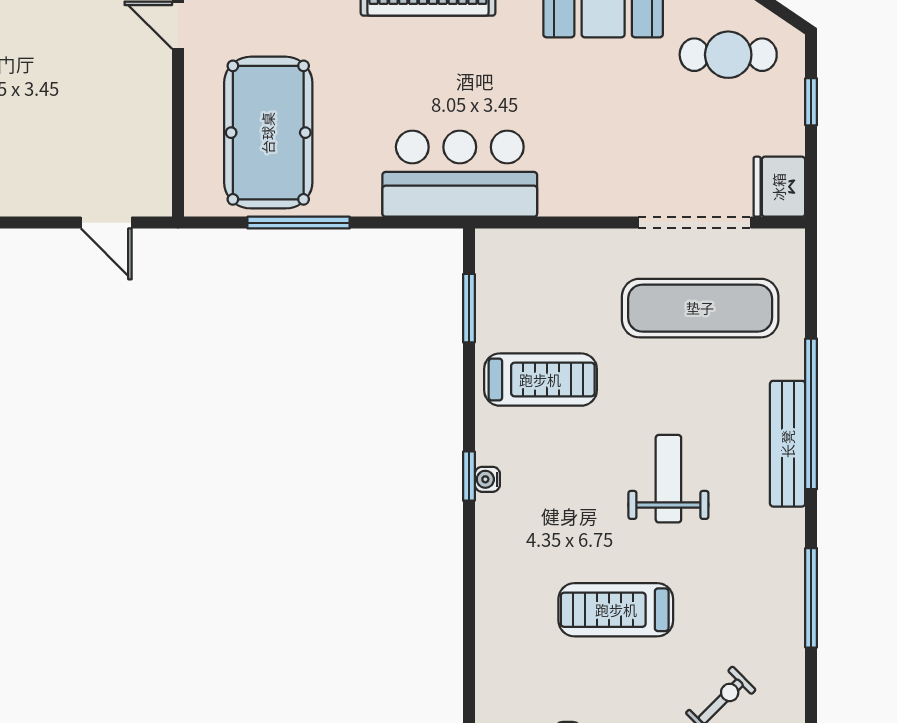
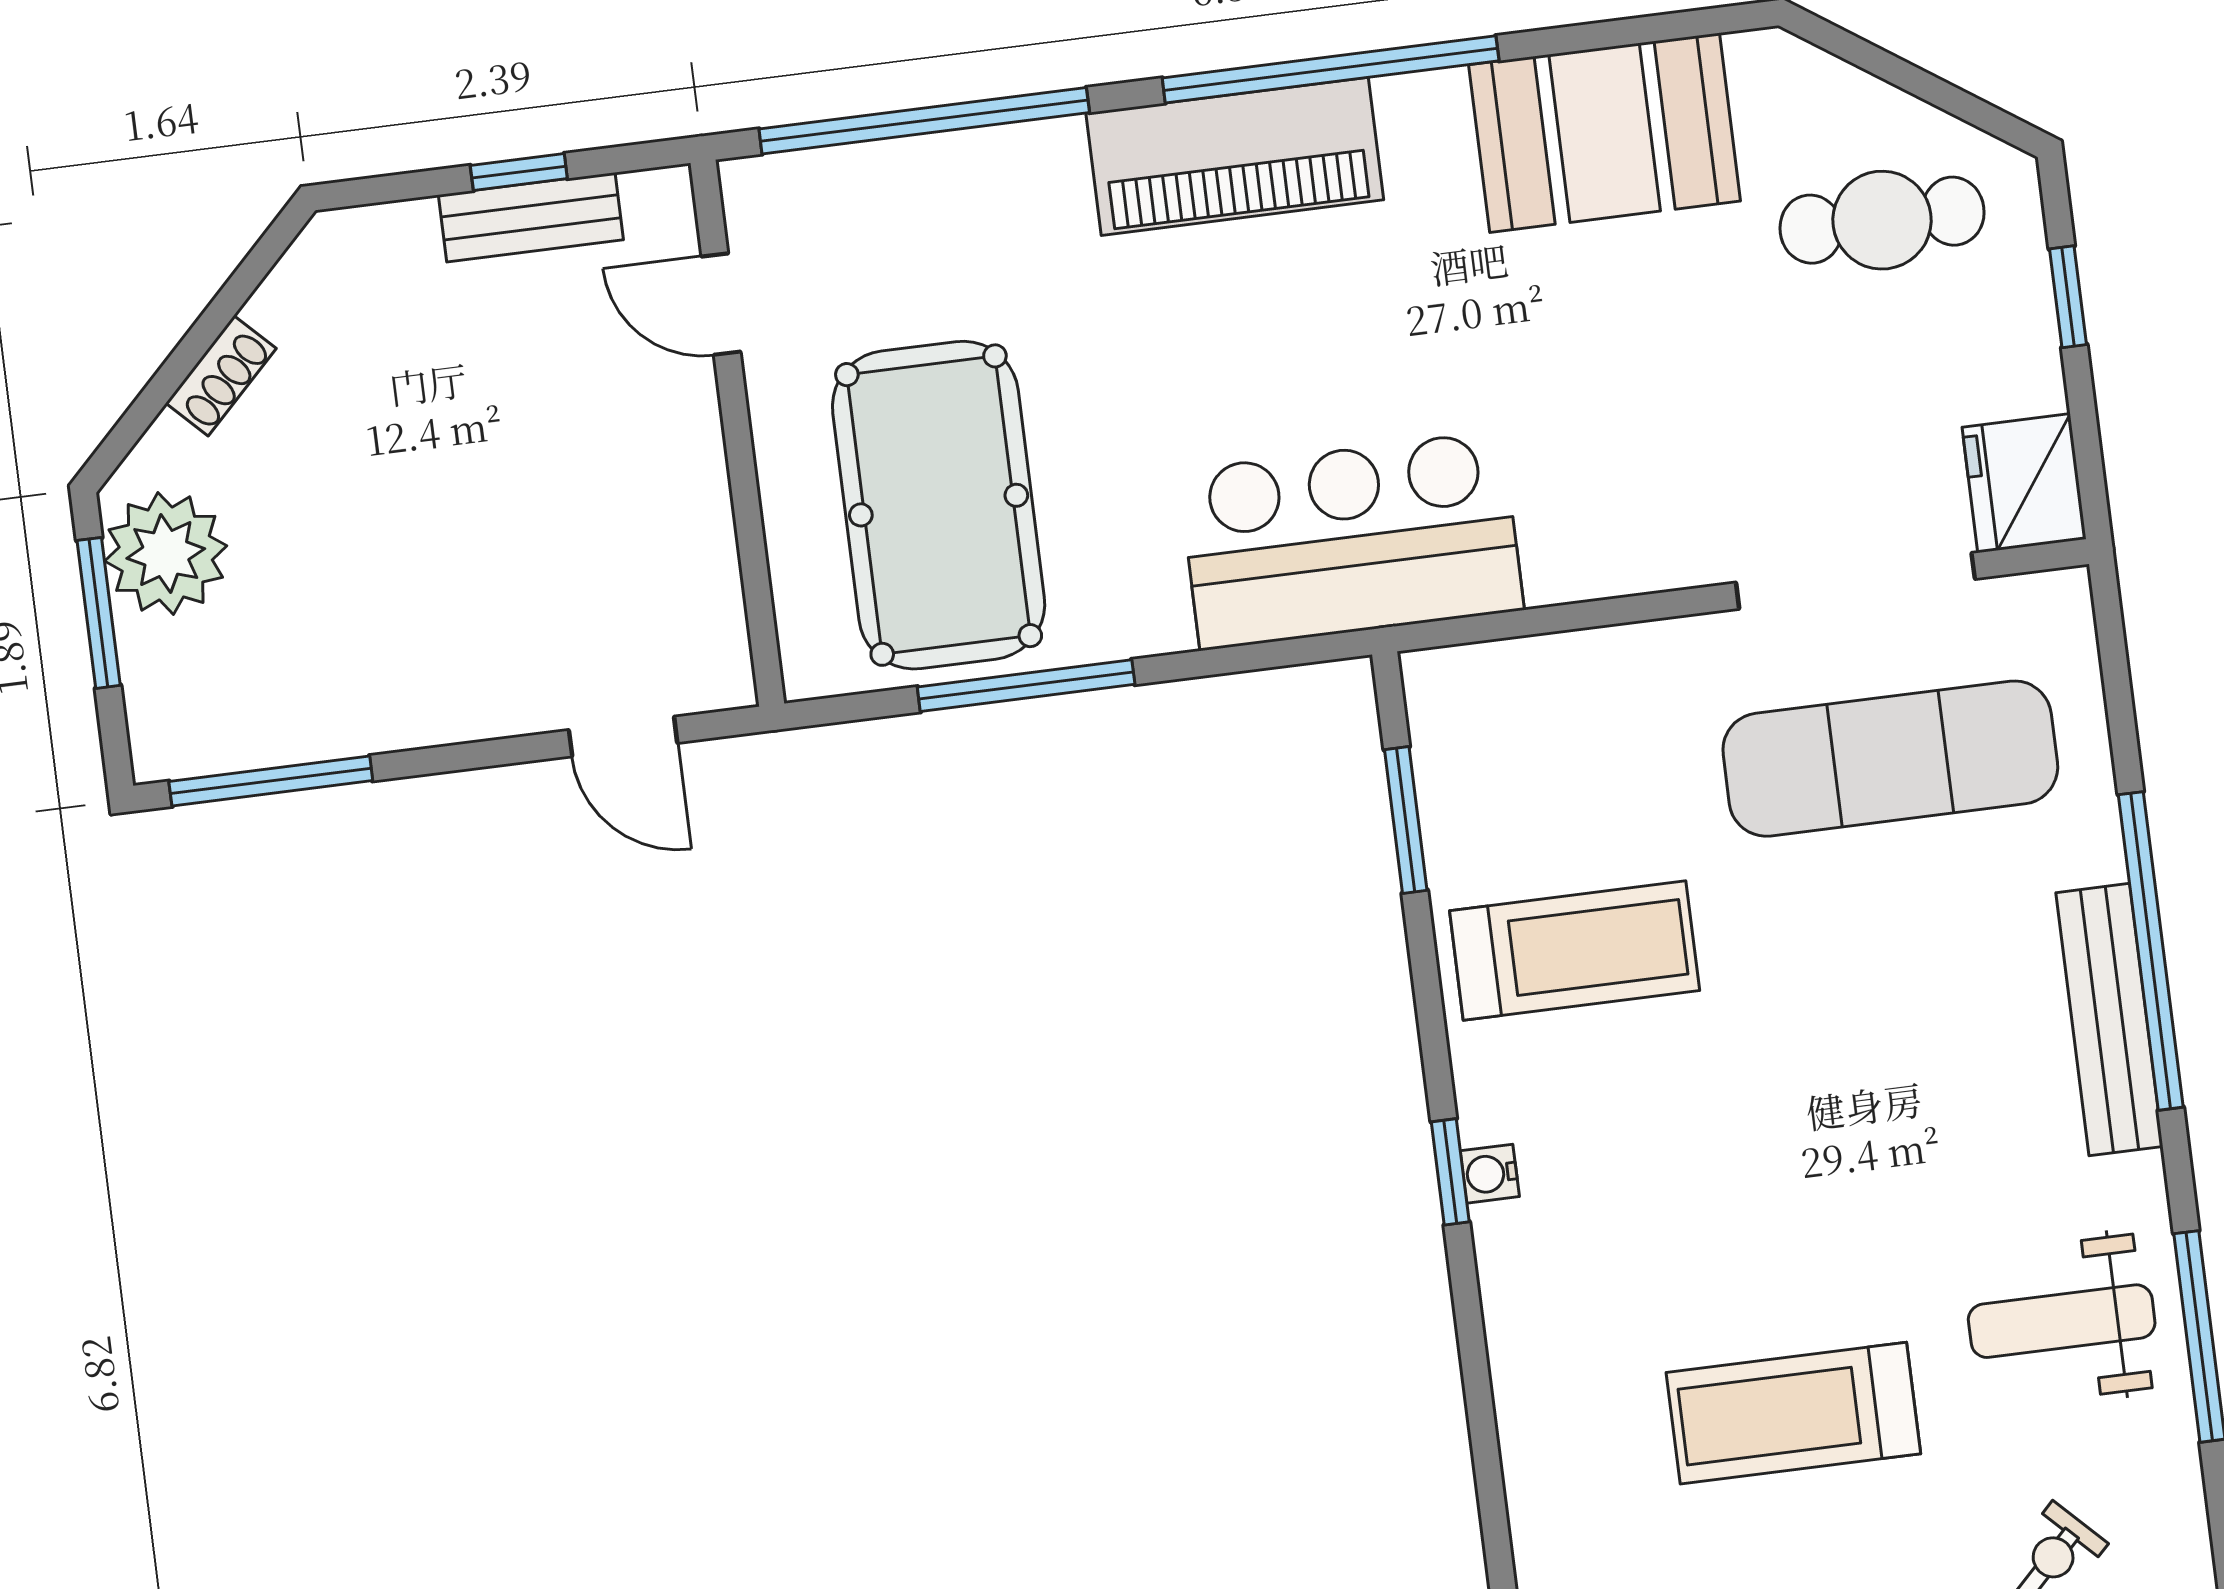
weight bench: (668, 479) -> (2062, 1321), moved, turned -90

